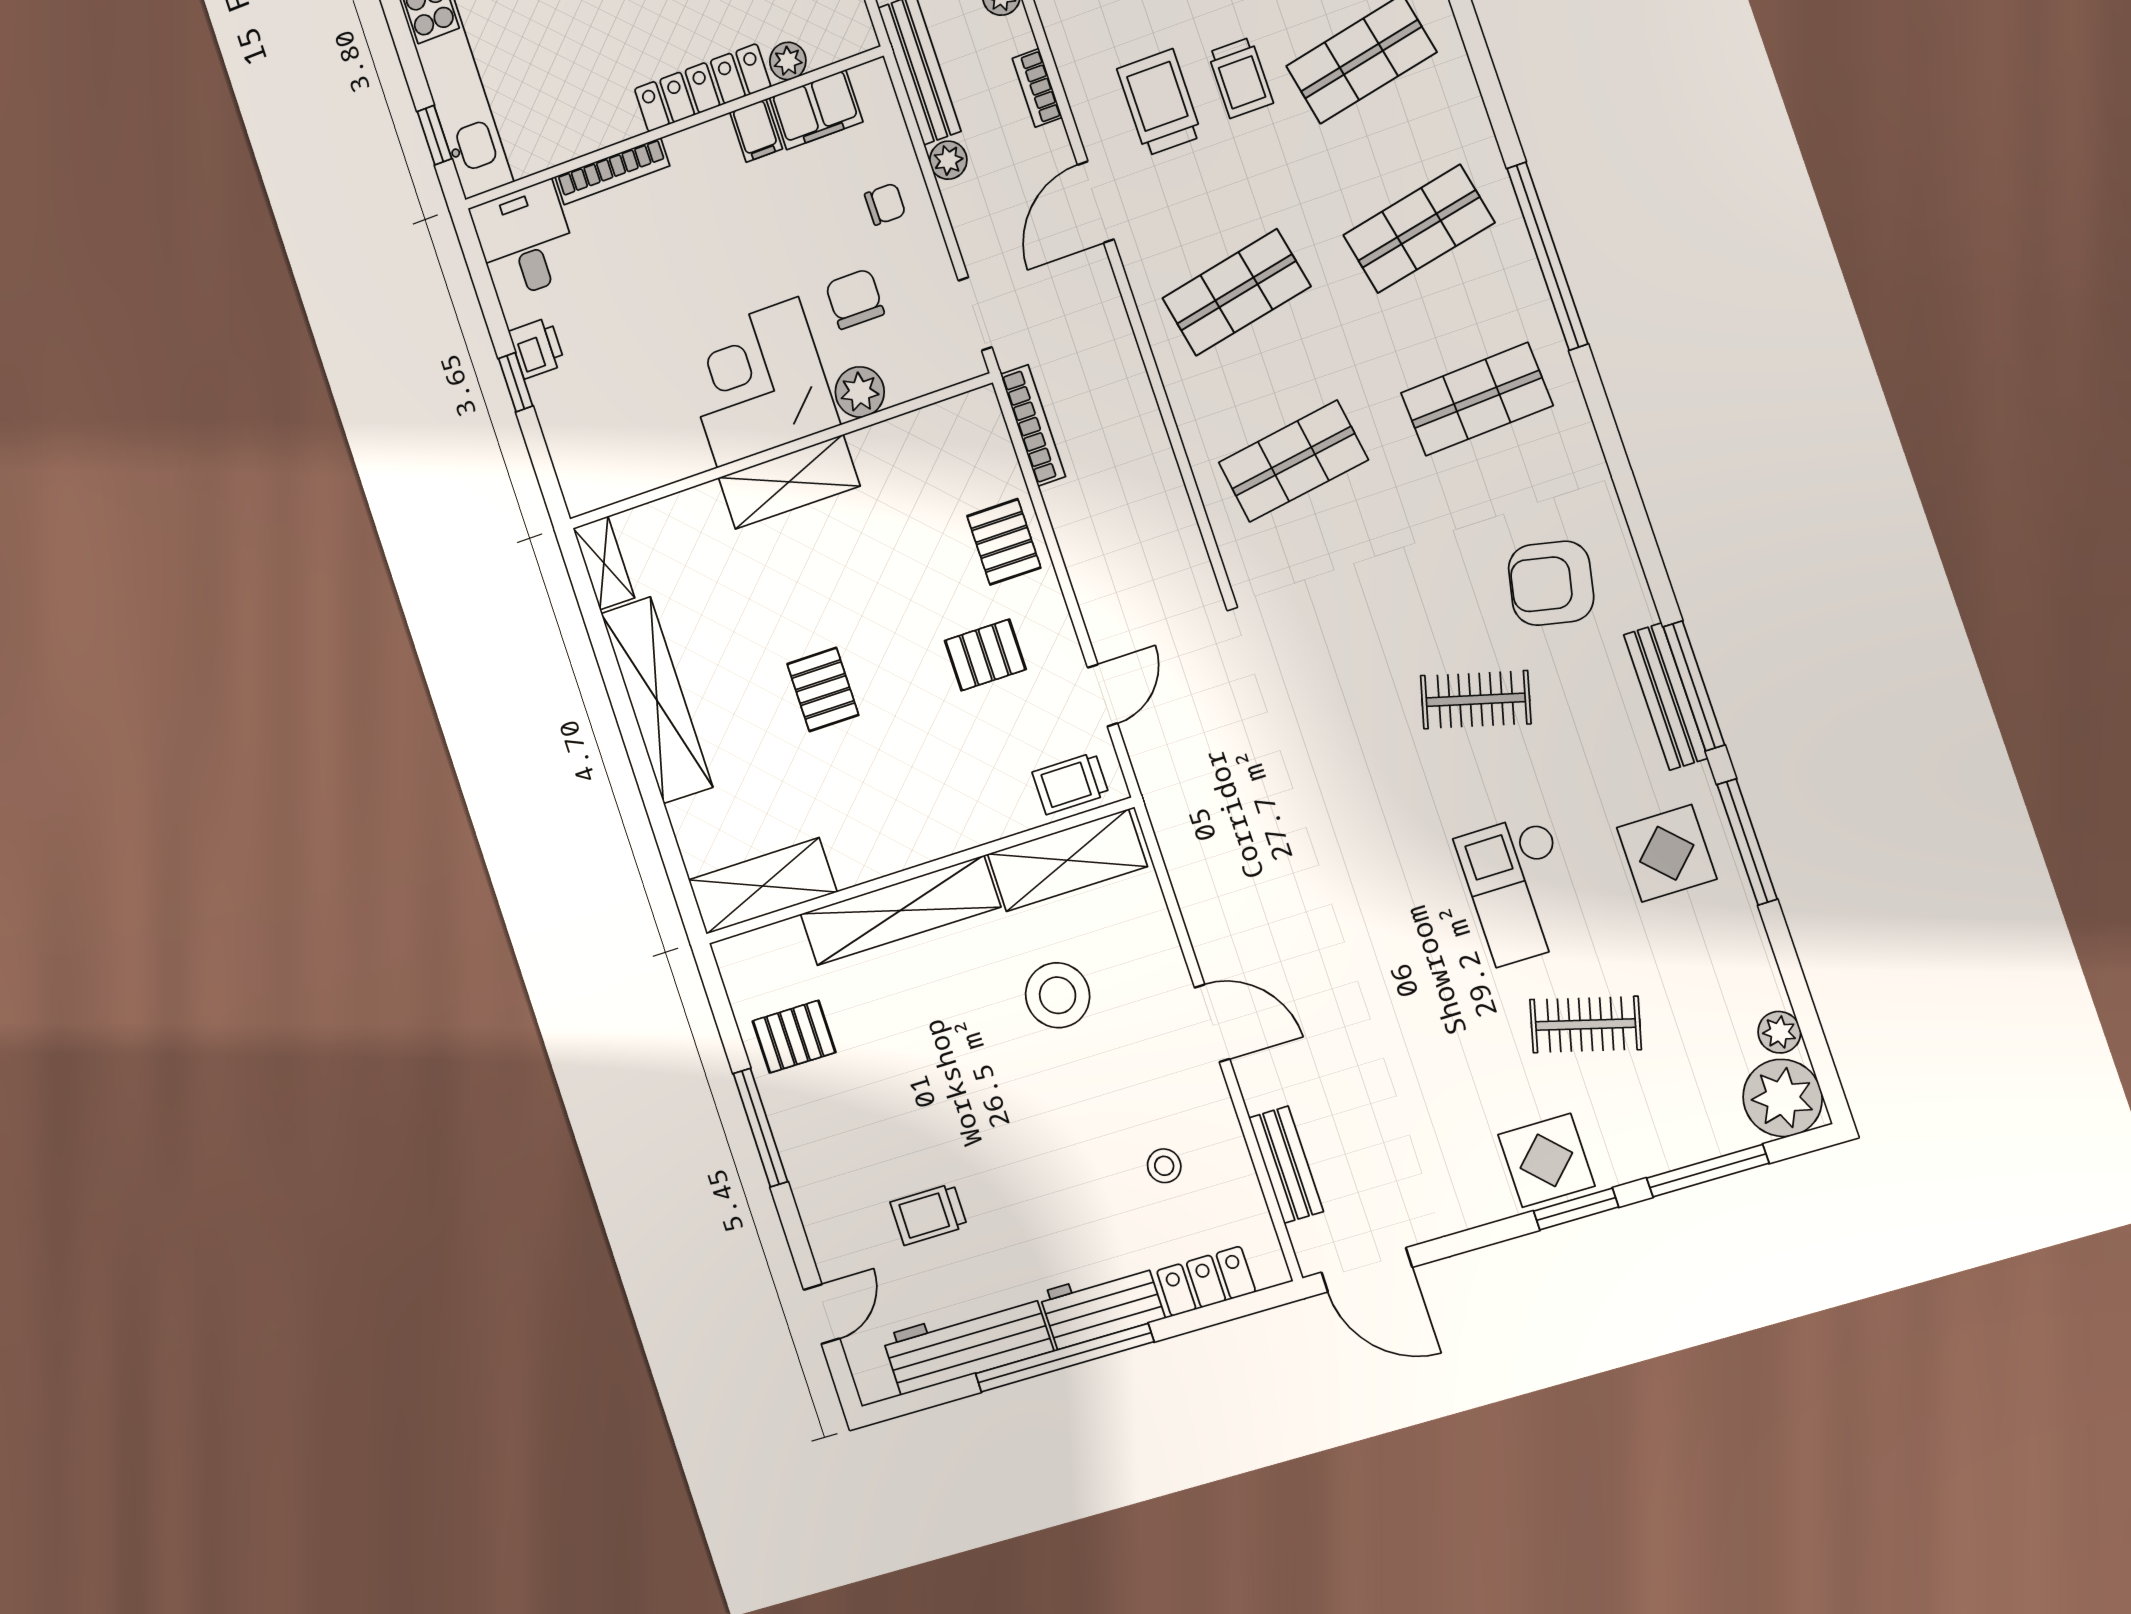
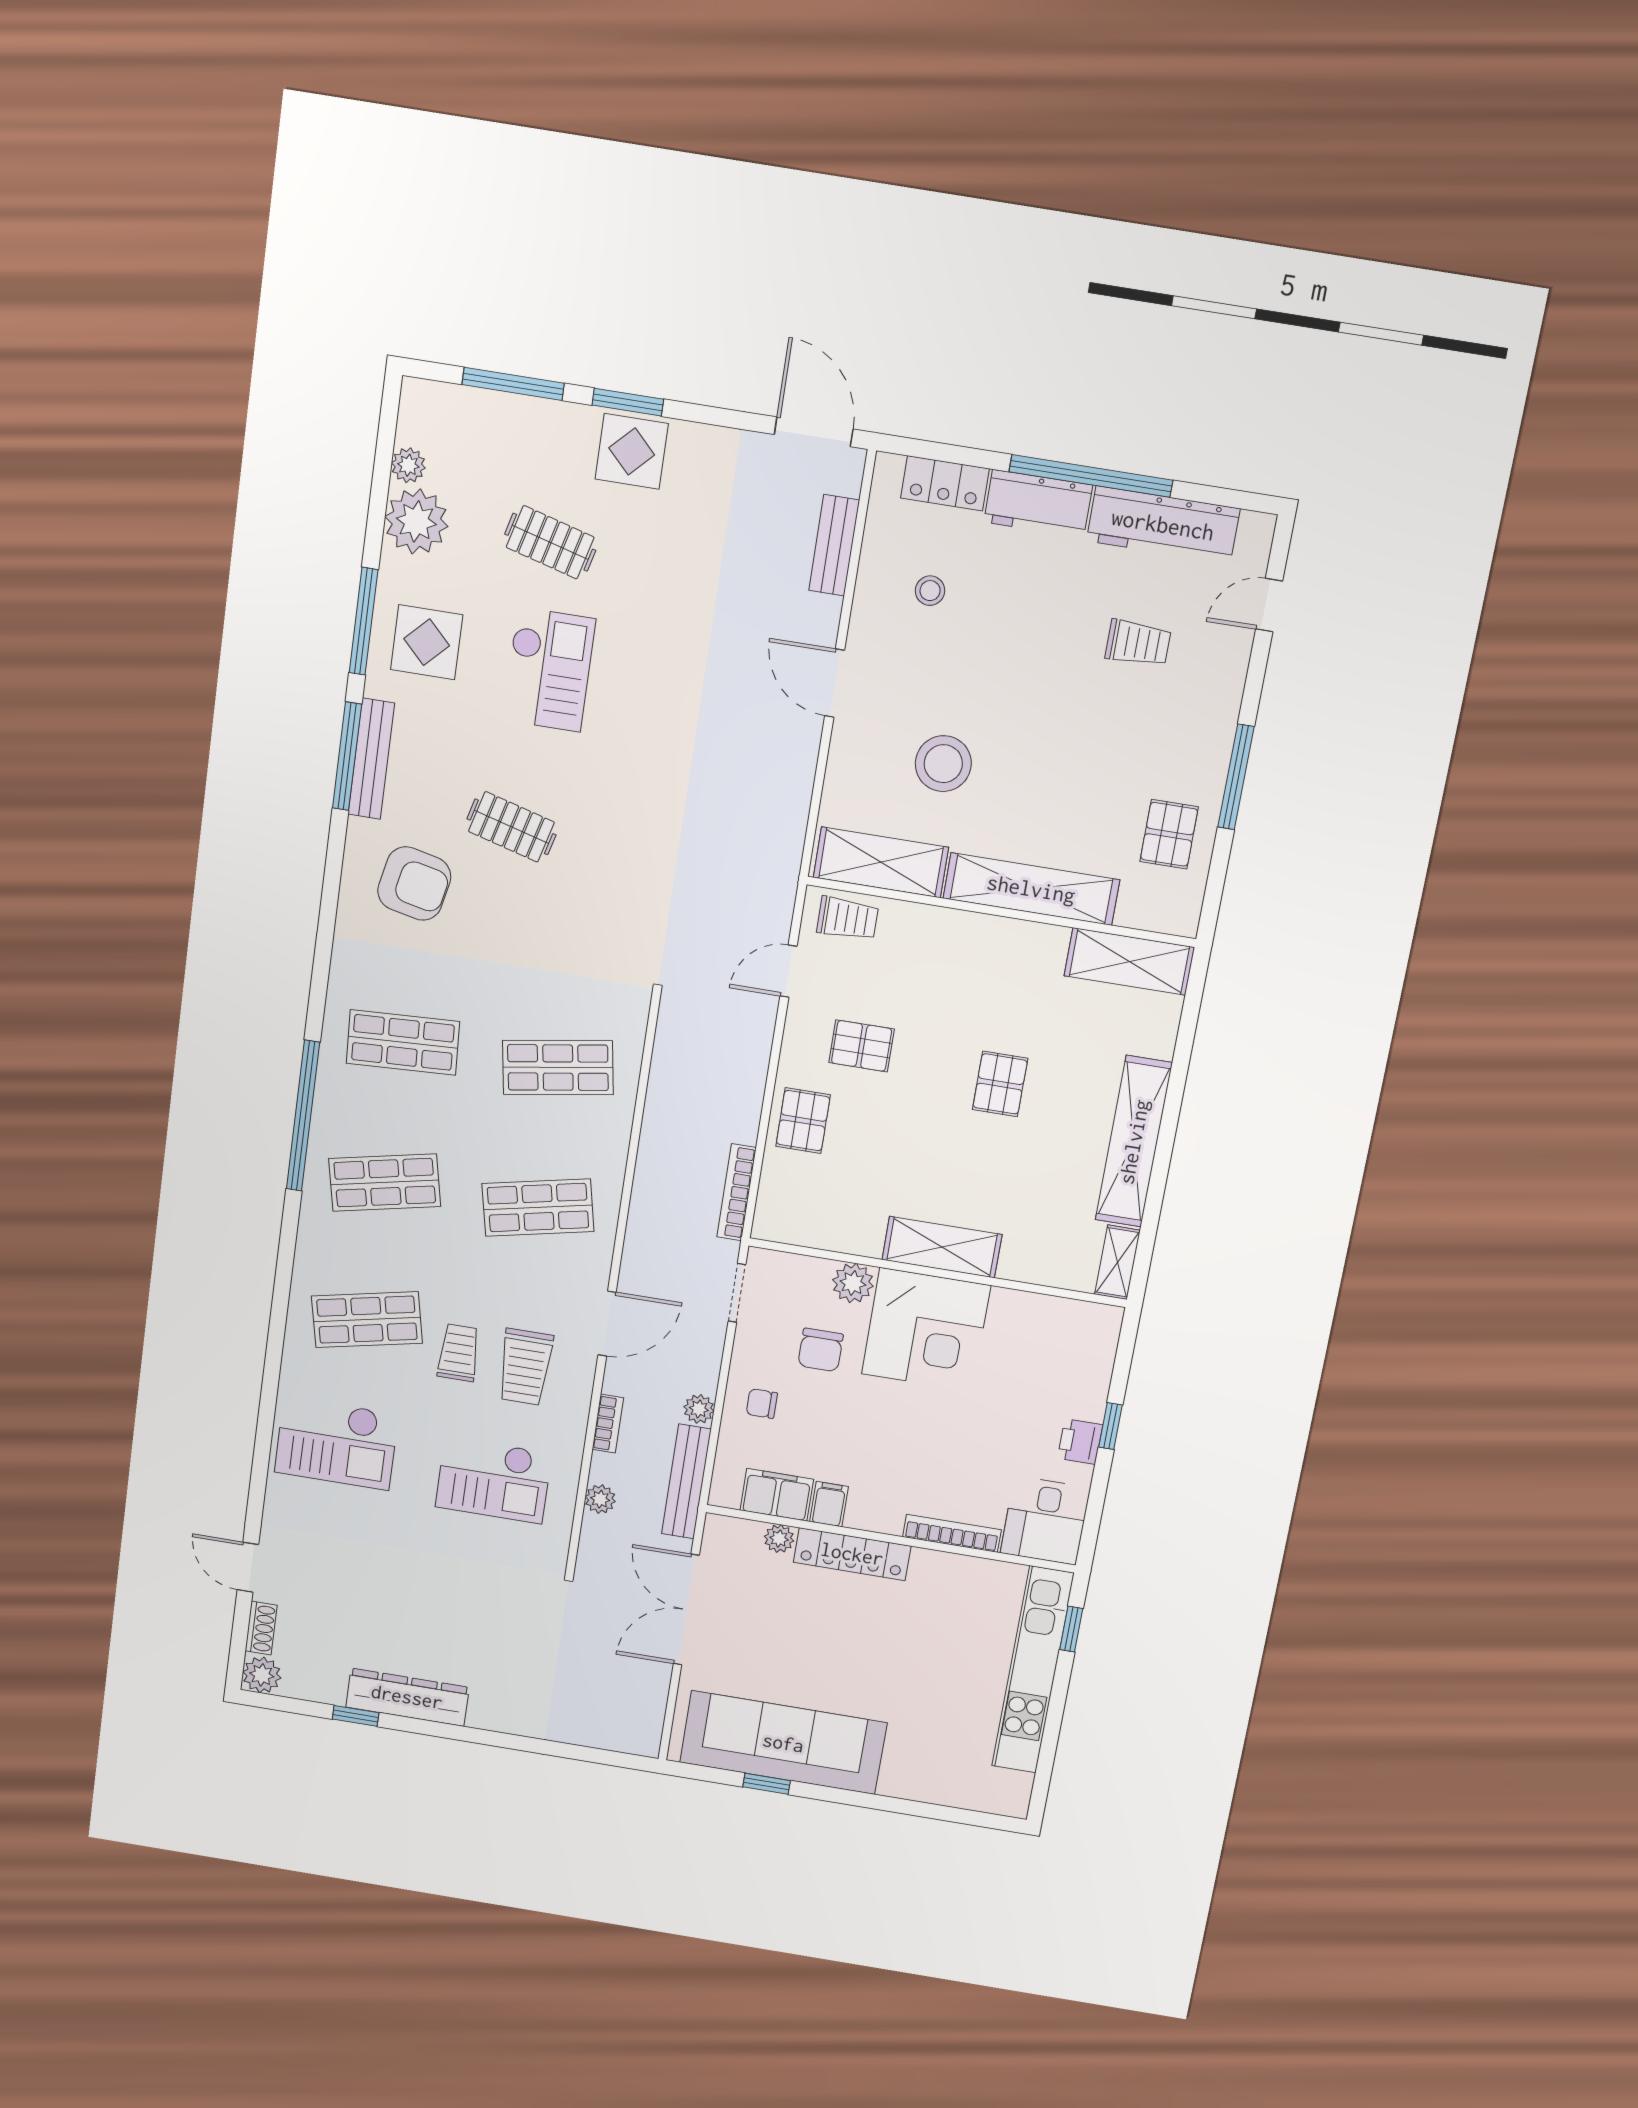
pallet: (794, 1037) -> (1169, 834), turned 90
plant: (1783, 1098) -> (416, 521), moved

